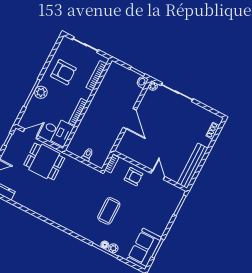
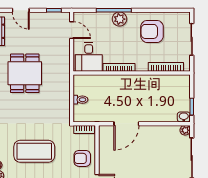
armchair: (63, 72) -> (152, 31), turned 90
door: (130, 119) -> (126, 124), moved
dining table: (44, 161) -> (25, 73), moved
armchair: (134, 177) -> (82, 158), turned 90
coffee table: (109, 211) -> (34, 151), width x1.36, depth x1.32

